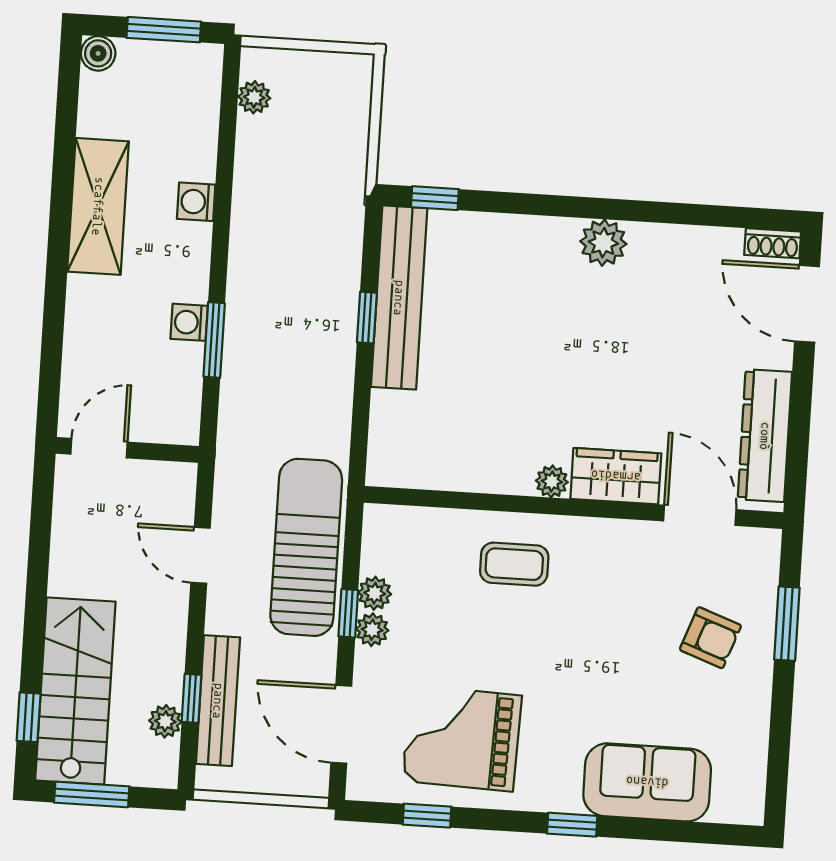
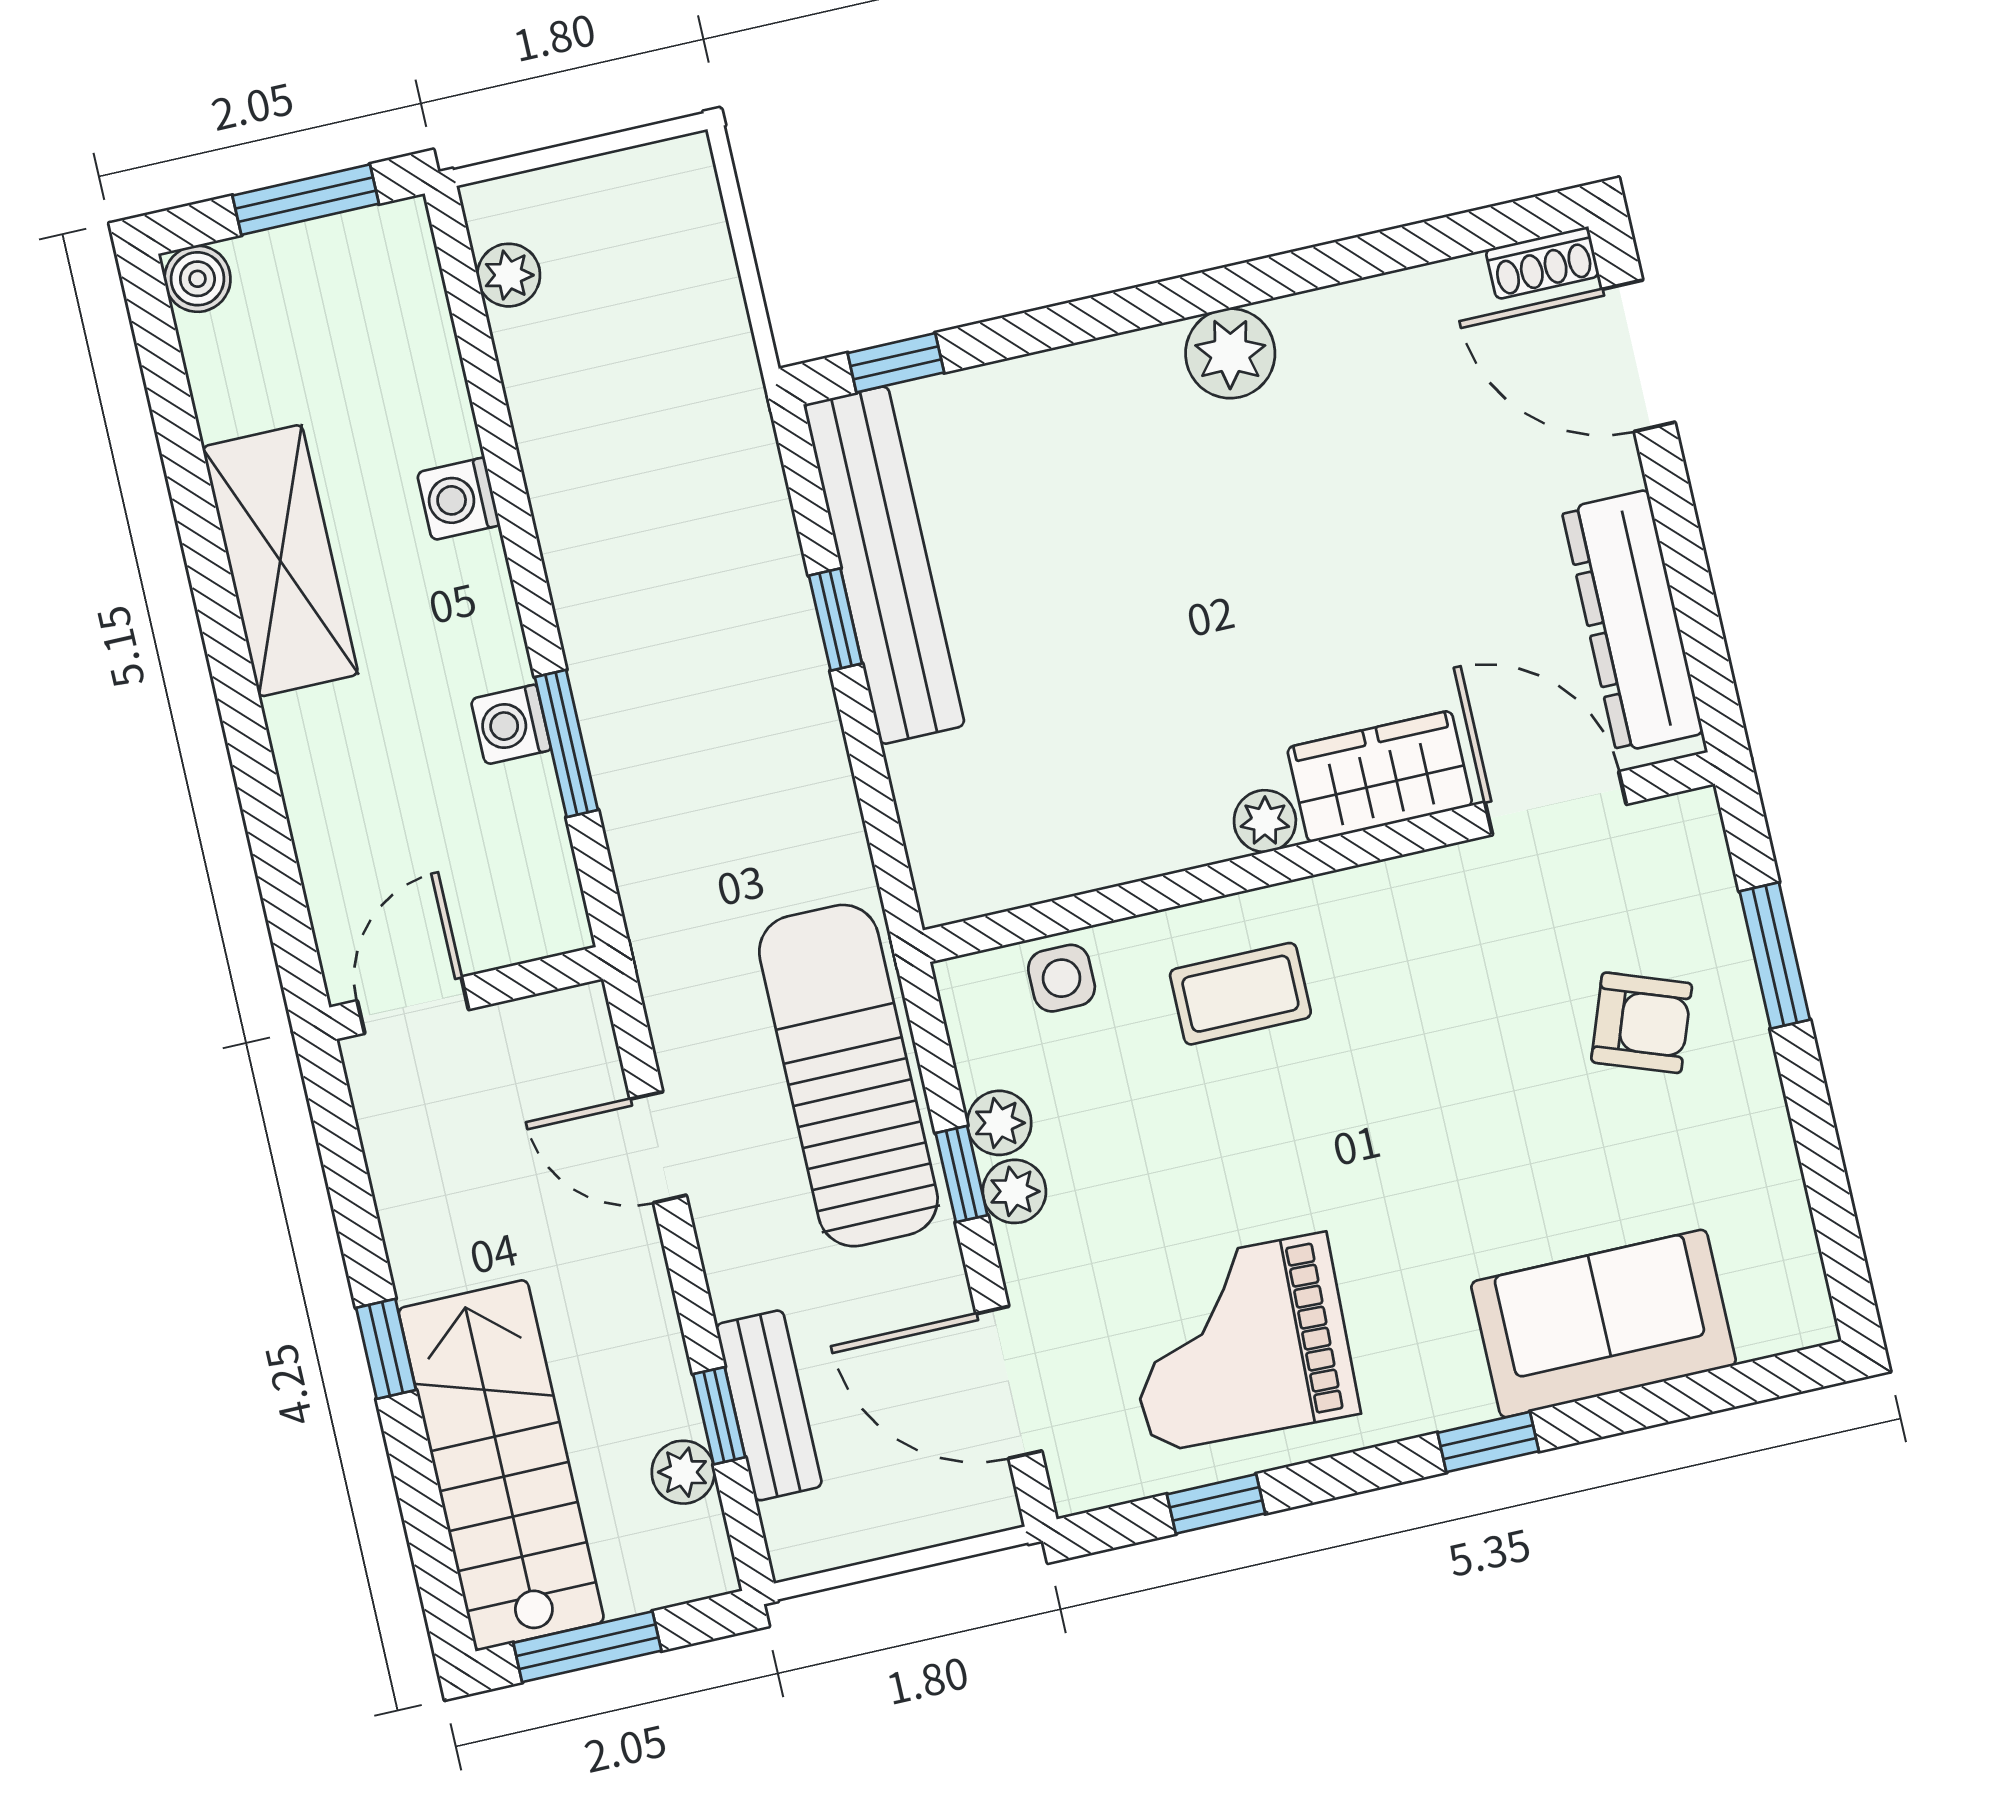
side table: (427, 530) -> (1062, 978), added
bench: (218, 701) -> (769, 1405), width x0.73
window: (29, 717) -> (386, 1349), moved

